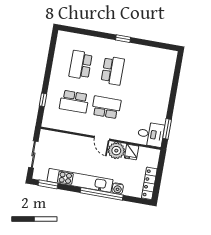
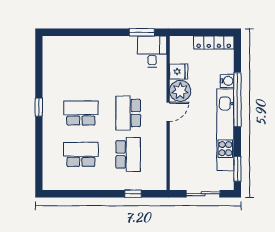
school desk: (81, 65) -> (81, 154), turned 180

